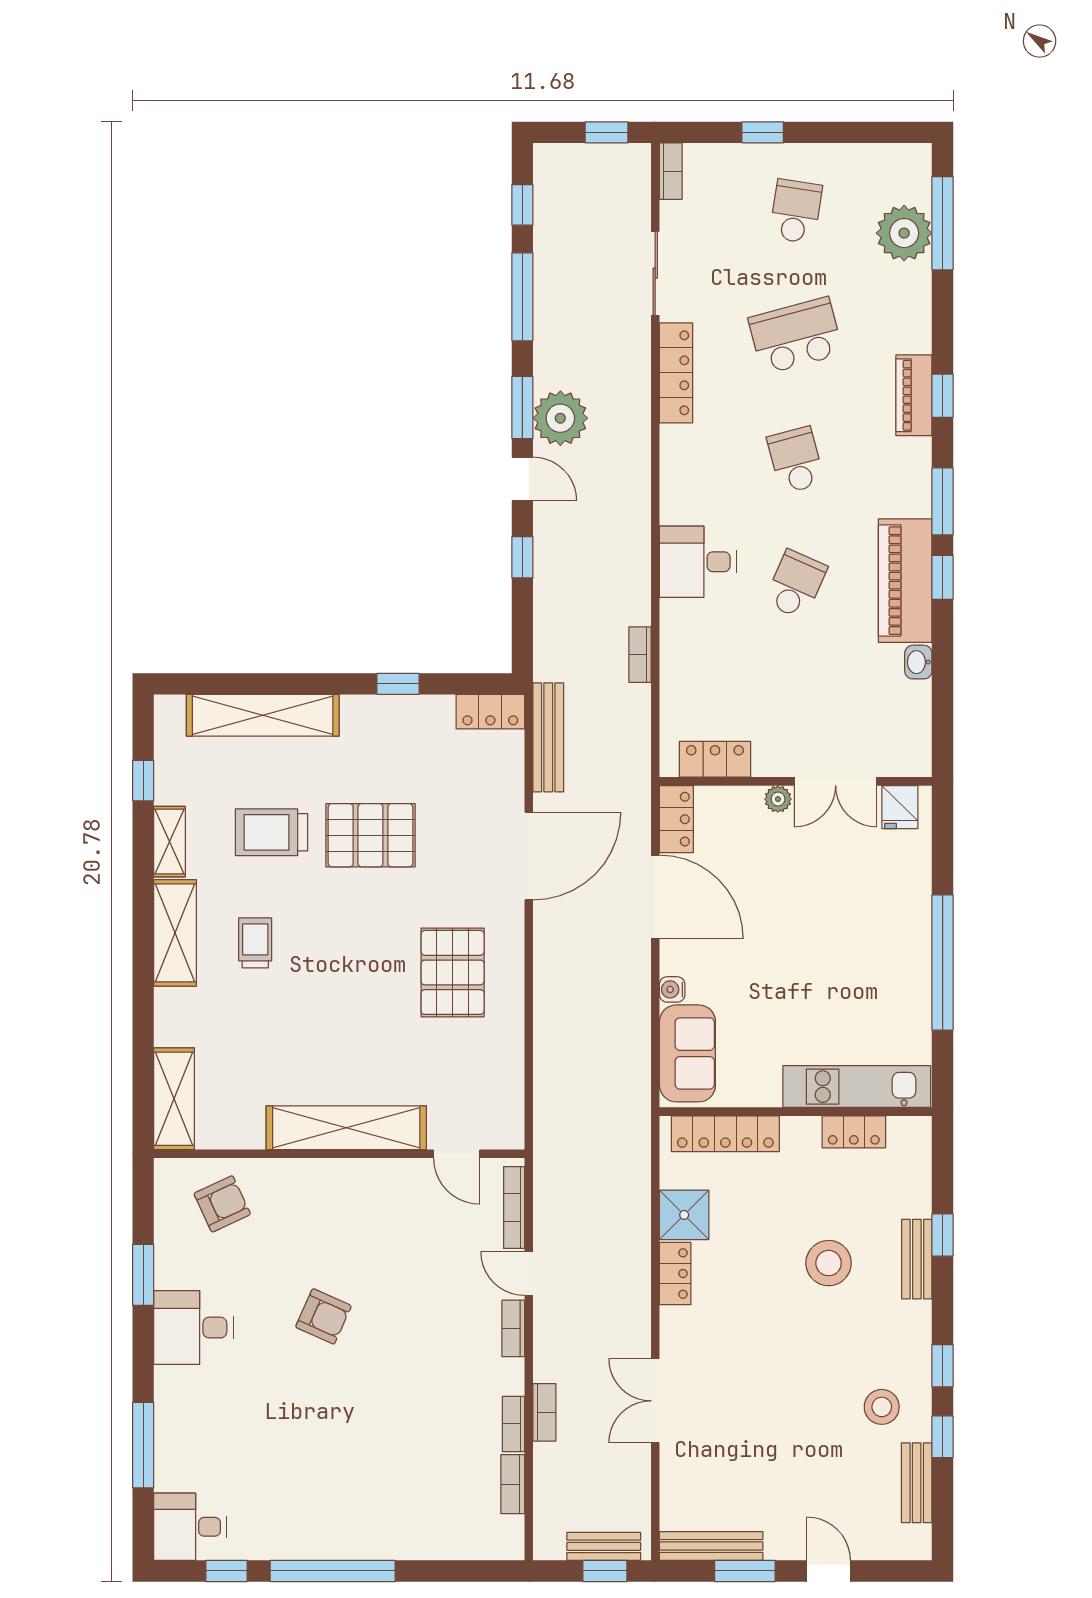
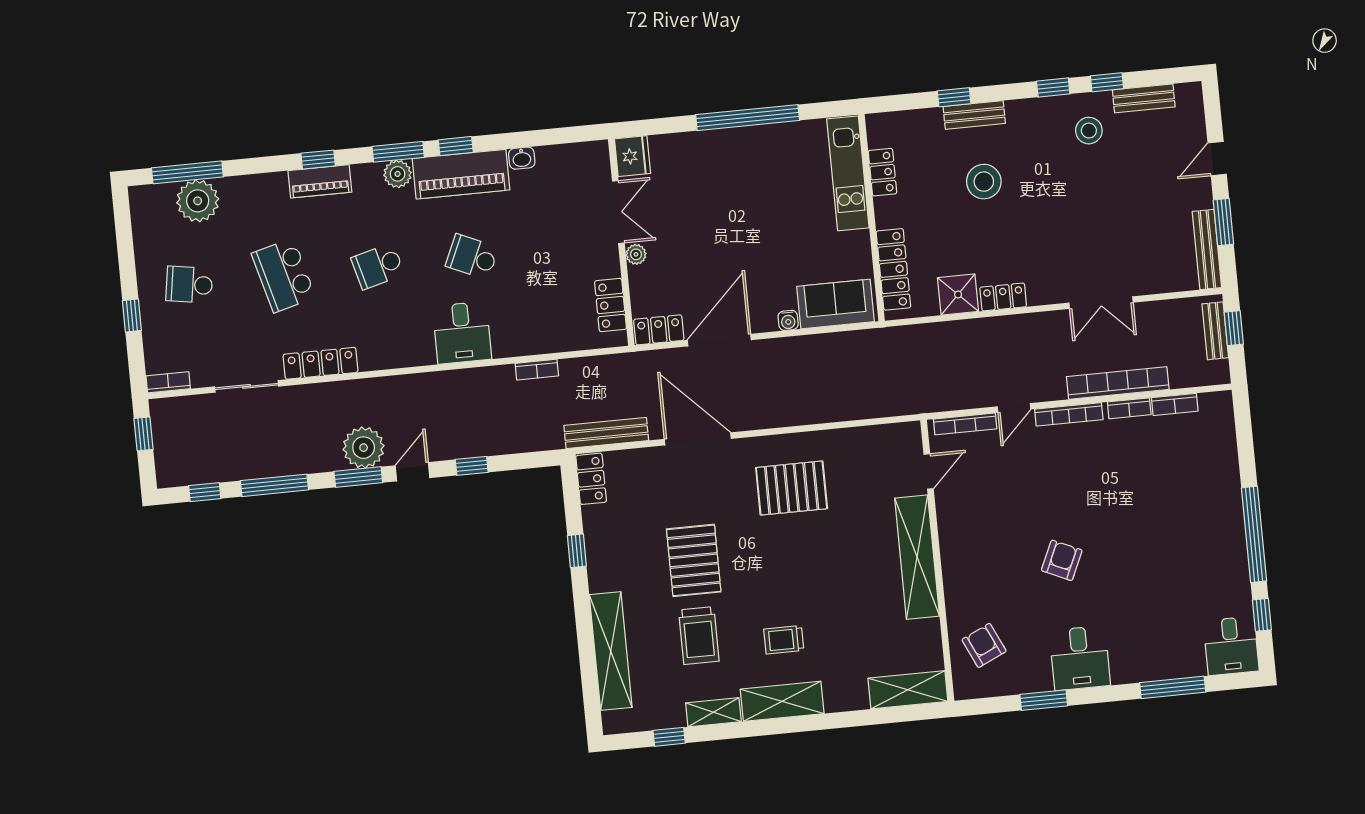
plant: (914, 498) -> (398, 174), added
fridge: (900, 807) -> (633, 156), width x1.38
bookcase: (513, 1328) -> (1069, 414), width x1.56
bookcase: (544, 1412) -> (1118, 383), width x2.31, depth x1.31

